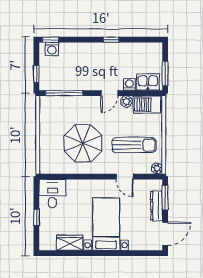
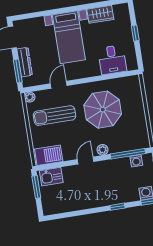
window: (111, 40) -> (117, 207), moved
washing machine: (129, 84) -> (136, 161), moved
plant: (126, 101) -> (103, 150), moved
door: (125, 177) -> (59, 85), hinge flipped
desk: (52, 194) -> (112, 60), moved

